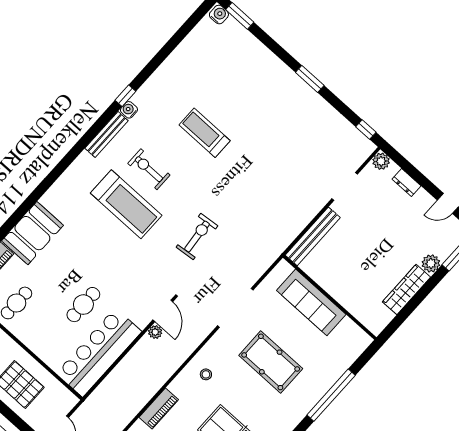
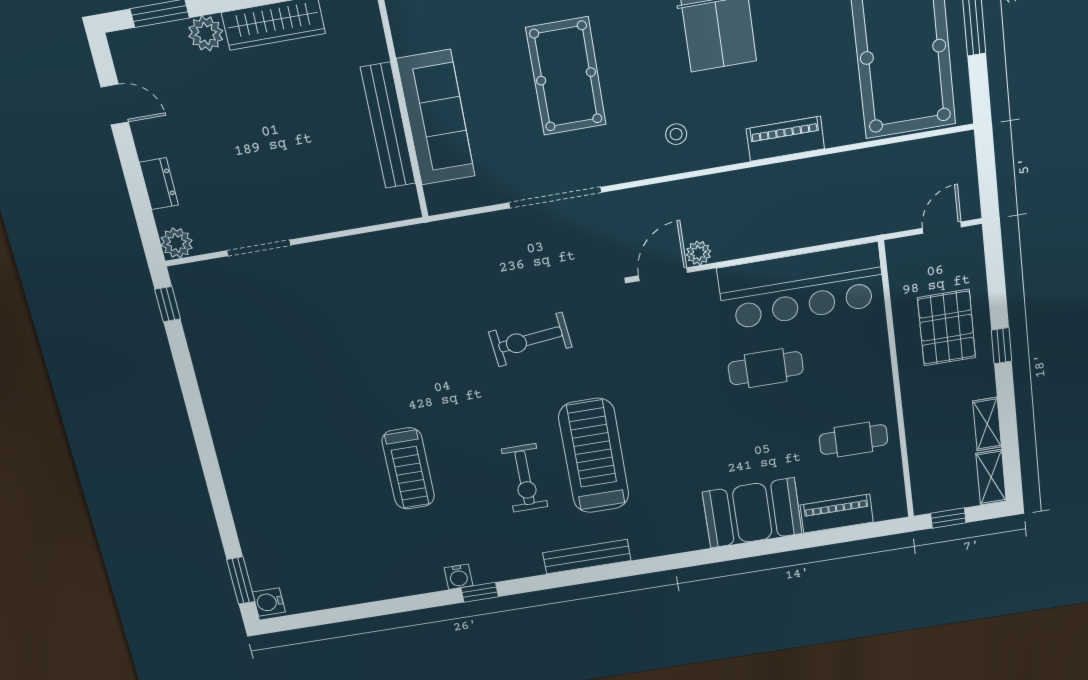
window: (310, 79) -> (201, 431), removed
water cooler: (129, 110) -> (458, 577), moved
bench: (107, 134) -> (587, 557), moved
bench: (313, 236) -> (388, 126), moved, turned 90

